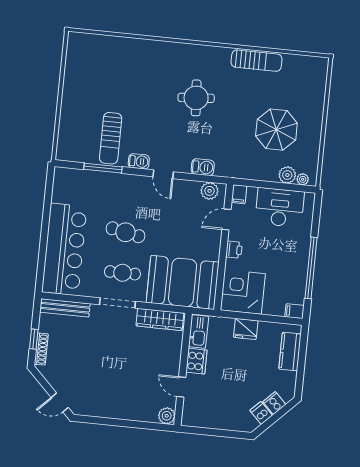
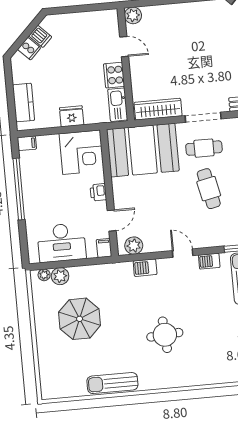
cafe table: (126, 232) -> (209, 189), turned 67

